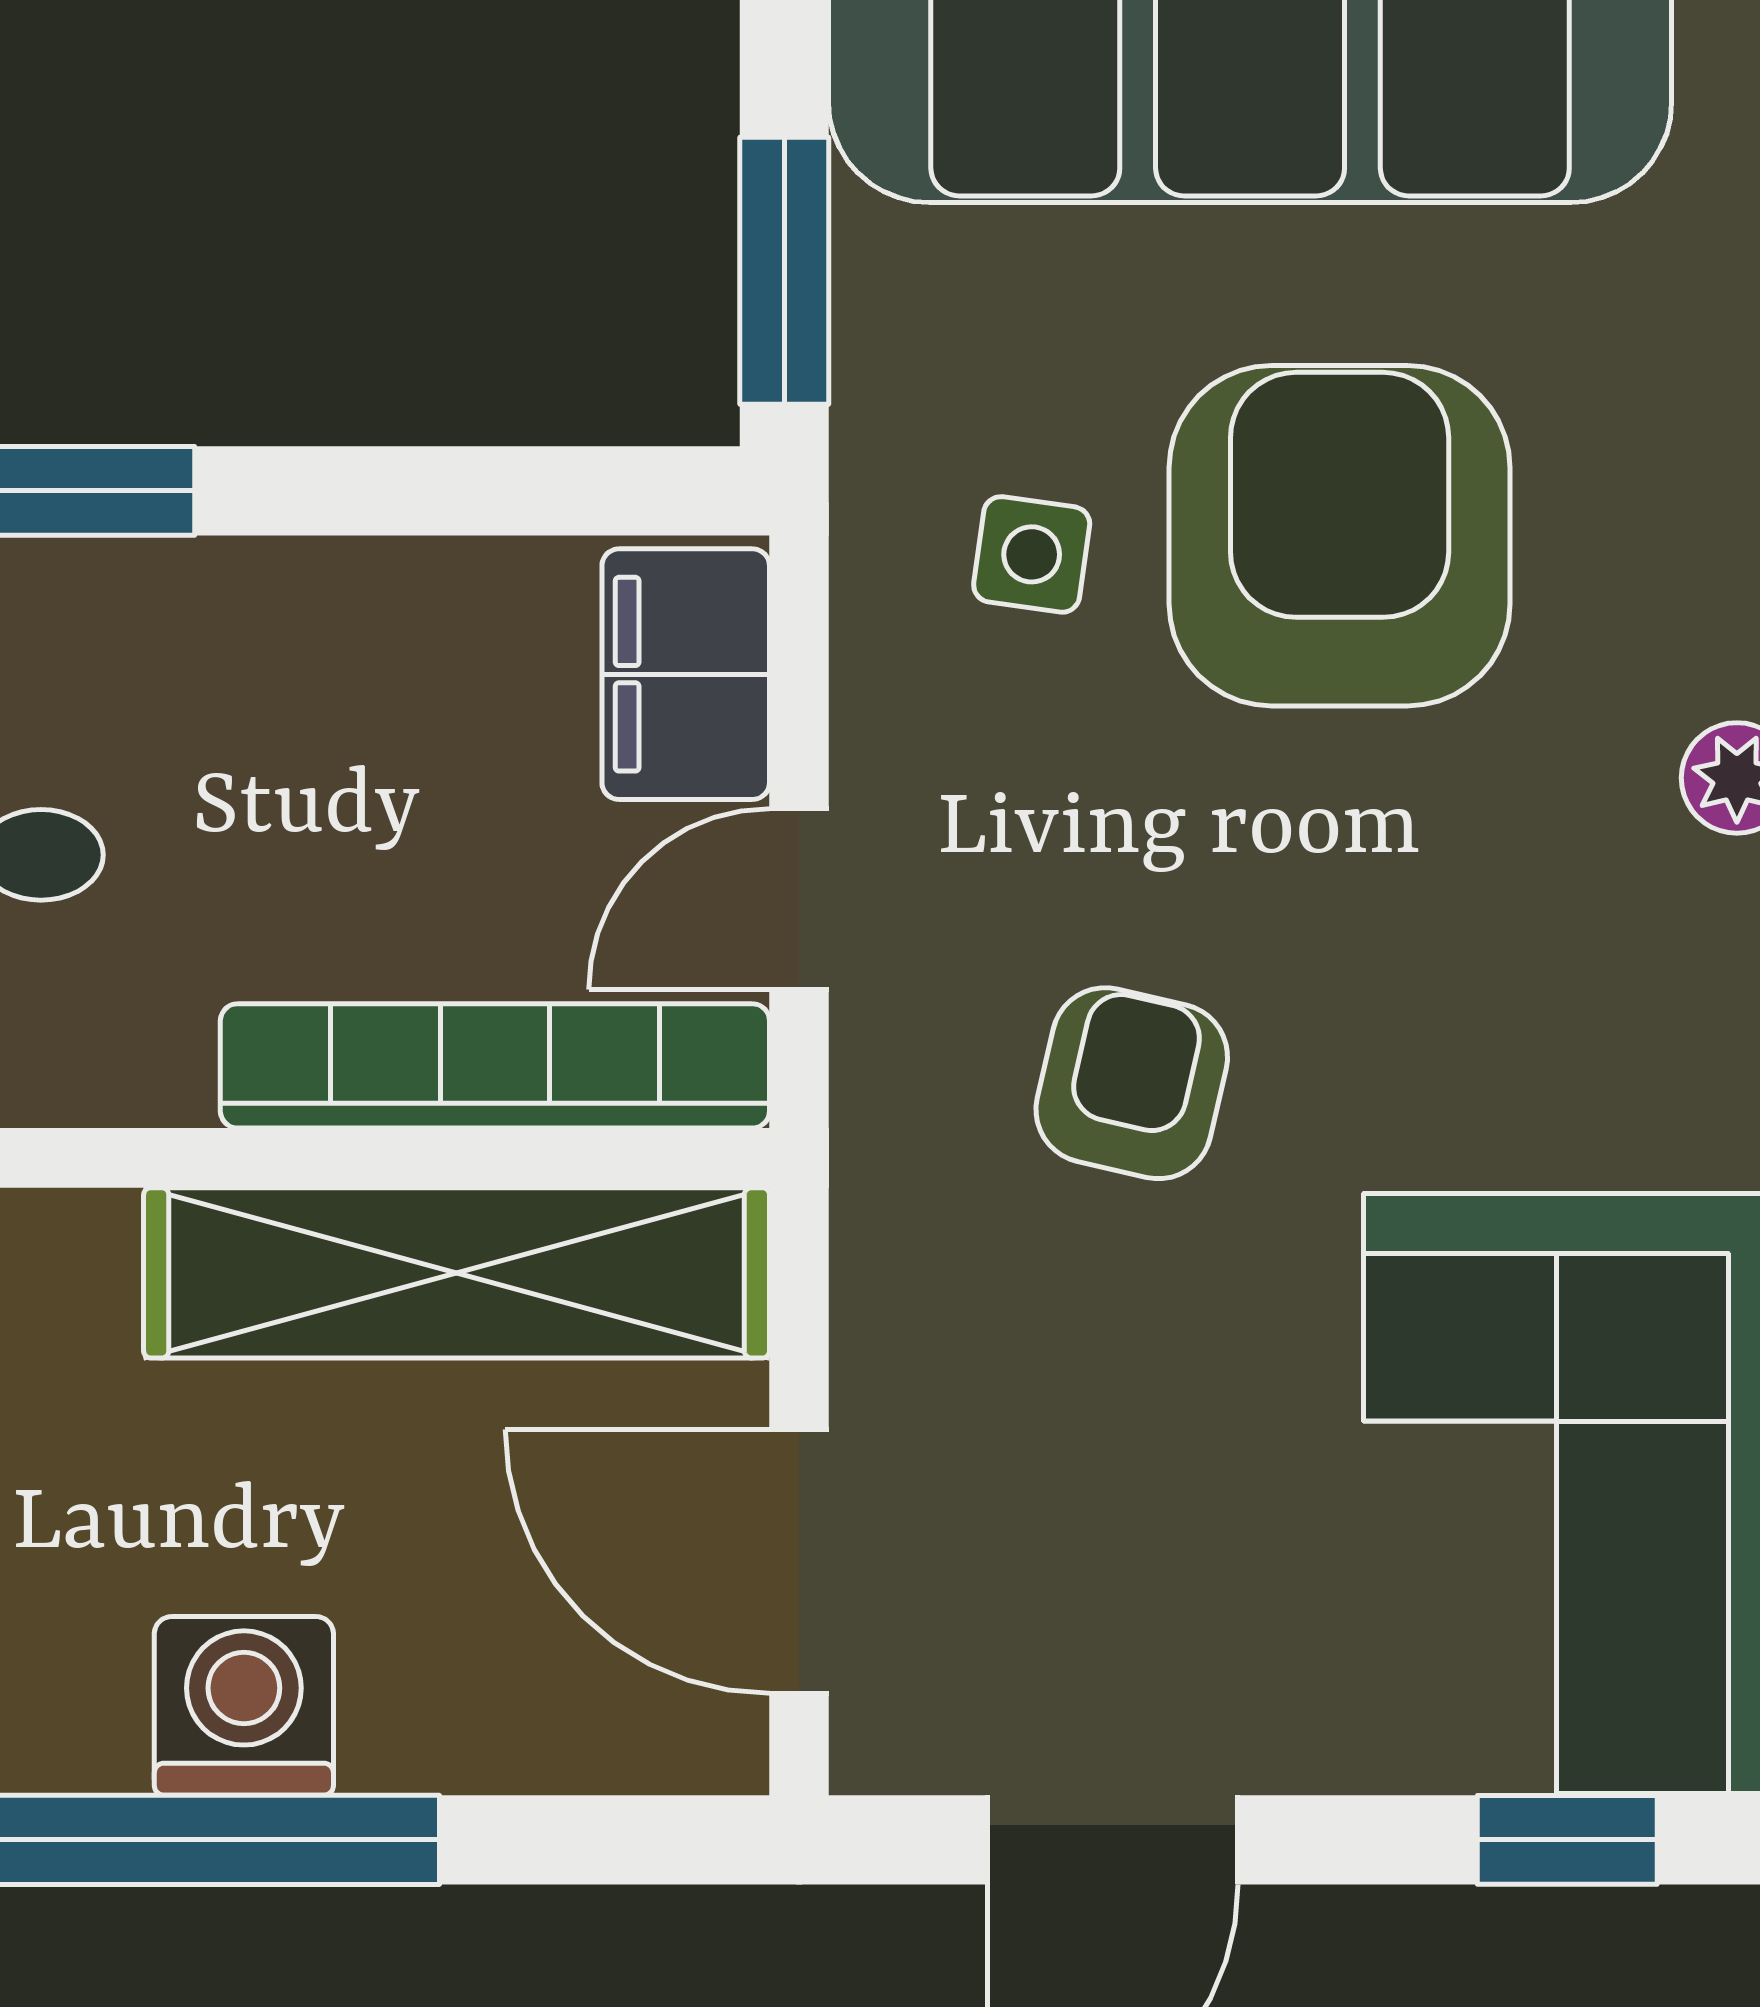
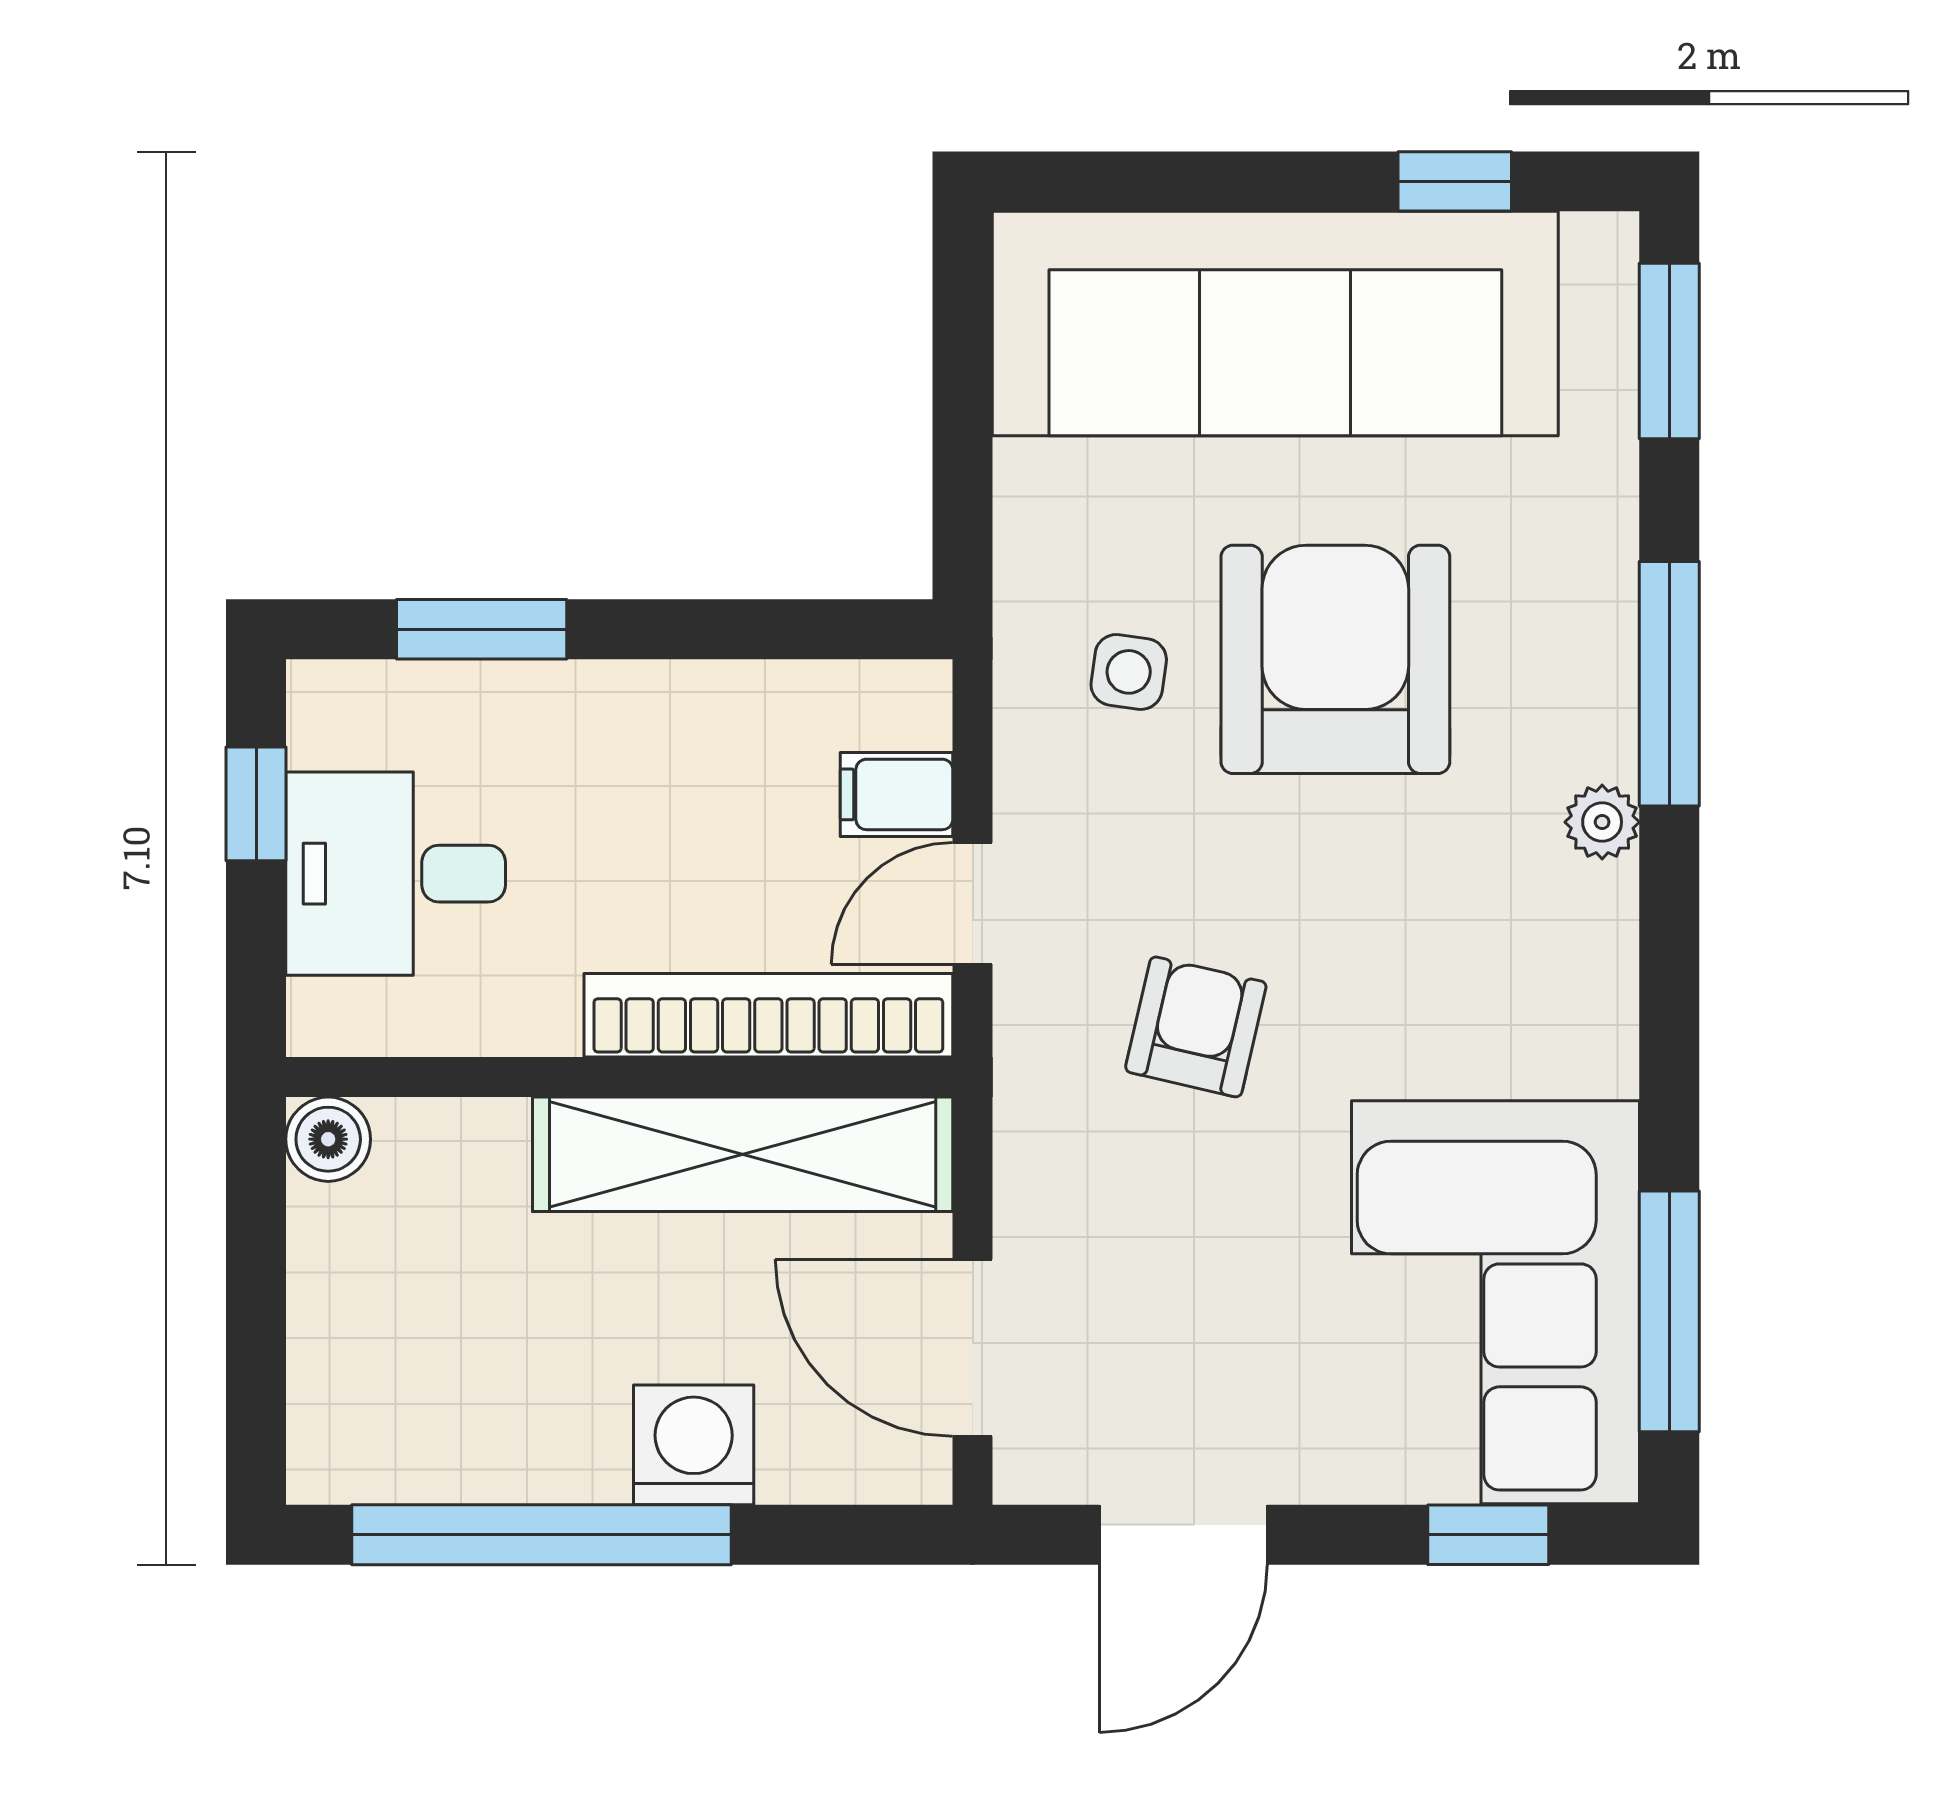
window: (784, 271) -> (963, 482), removed
filing cabinet: (686, 674) -> (896, 794), width x0.50
washing machine: (244, 1706) -> (694, 1445), moved

